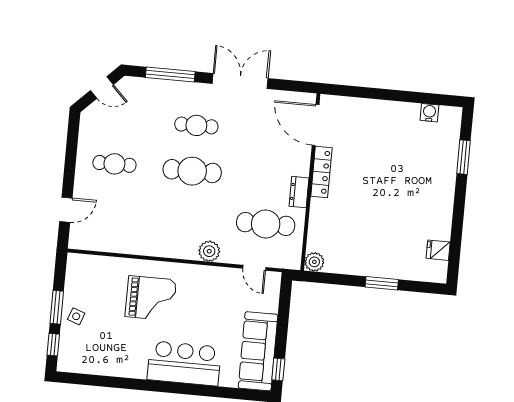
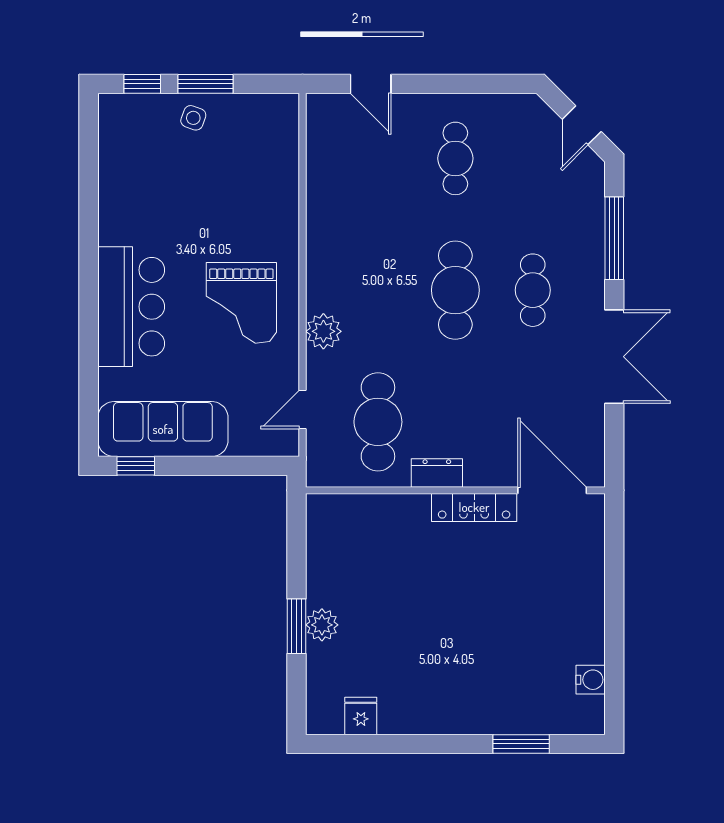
door: (316, 125) -> (552, 490), hinge flipped
plant: (314, 262) -> (322, 625), moved
grand piano: (151, 298) -> (241, 303), moved

